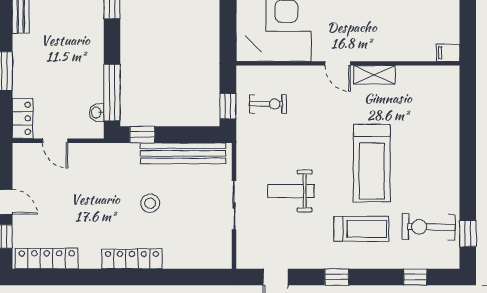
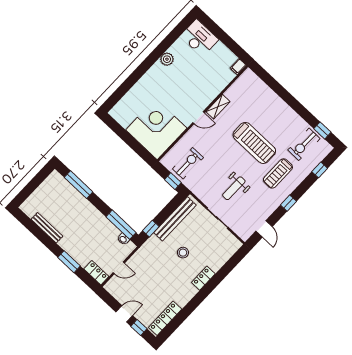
exercise bike: (268, 104) -> (188, 163), width x1.38, depth x1.39
treadmill: (361, 229) -> (278, 173), turned 180
locker: (132, 259) -> (203, 278), width x0.66

